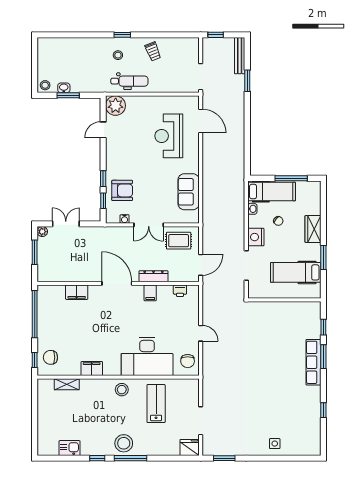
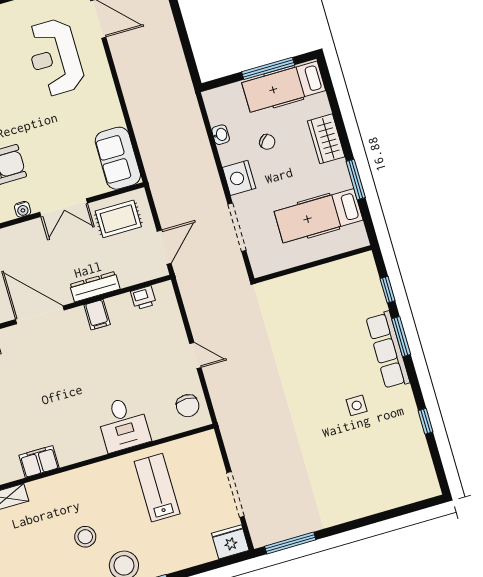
hospital bed: (272, 191) -> (284, 87), moved, turned 180
sofa: (189, 192) -> (118, 158), moved
desk: (147, 356) -> (123, 424), width x0.53, depth x0.77
stool: (122, 390) -> (85, 537), moved
side table: (275, 444) -> (357, 405), moved
window: (224, 458) -> (290, 543), width x1.44

